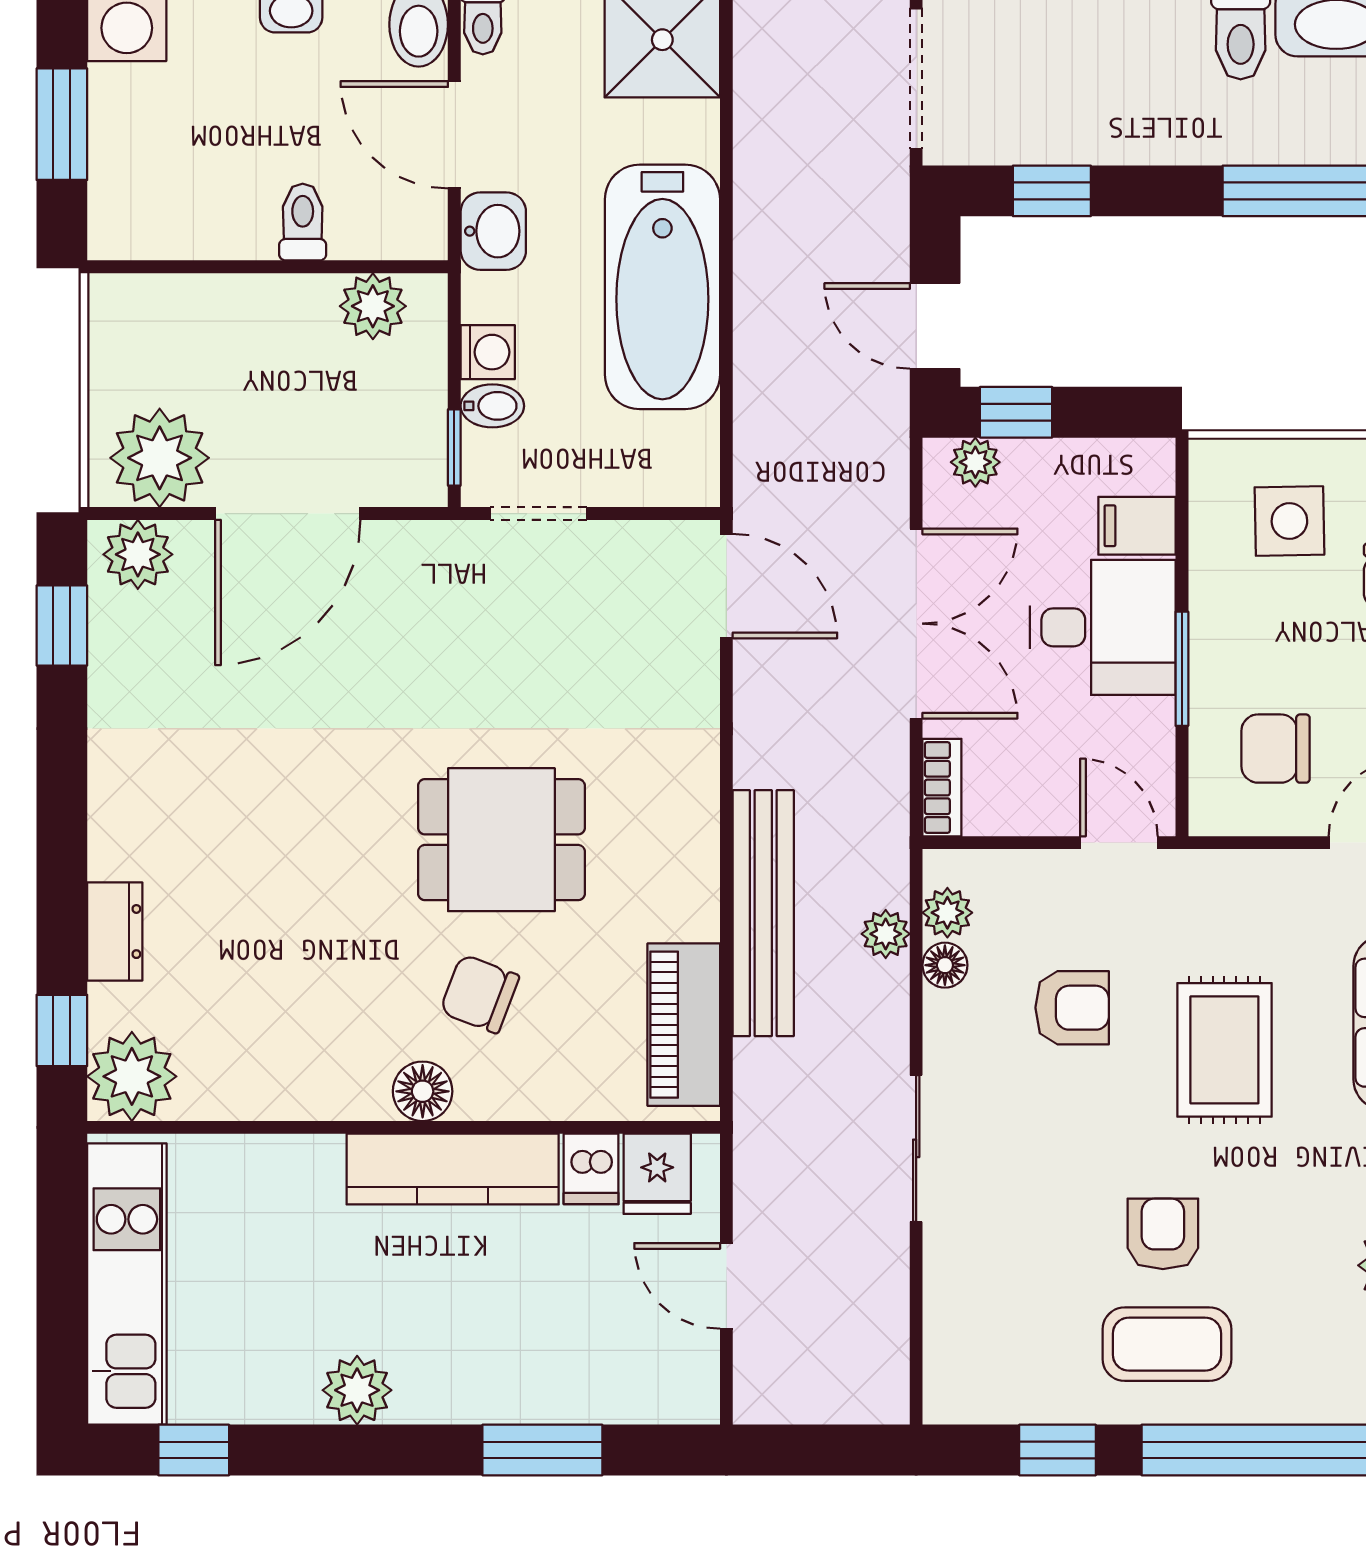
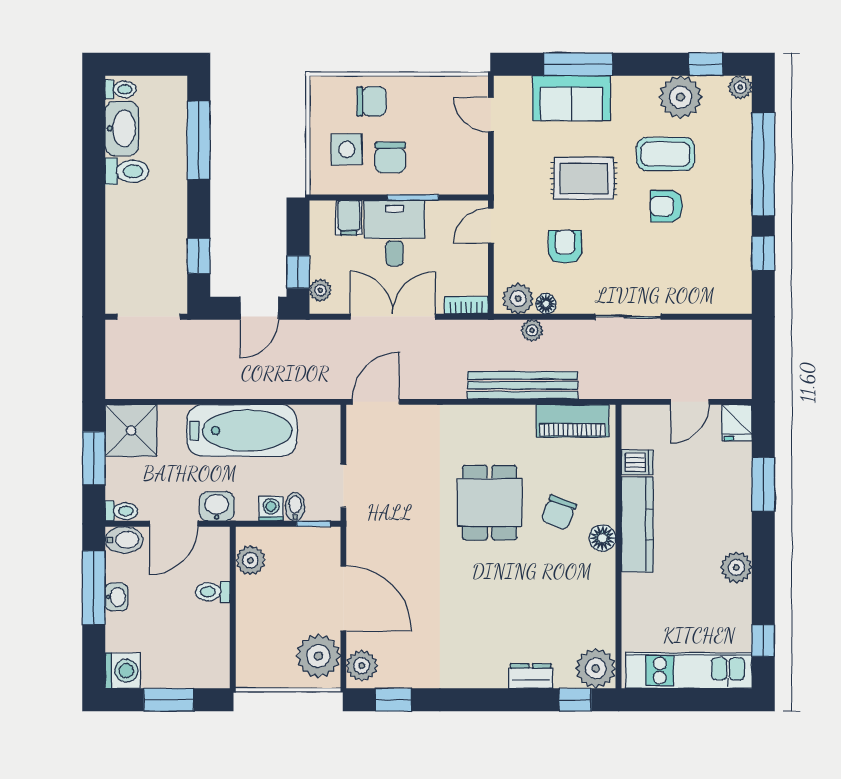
chair: (1276, 749) -> (390, 157), moved
plant: (947, 913) -> (518, 299), width x1.38, depth x1.38
fridge: (657, 1174) -> (737, 423), moved, turned 90
coffee table: (1167, 1344) -> (666, 154), moved, turned 90

